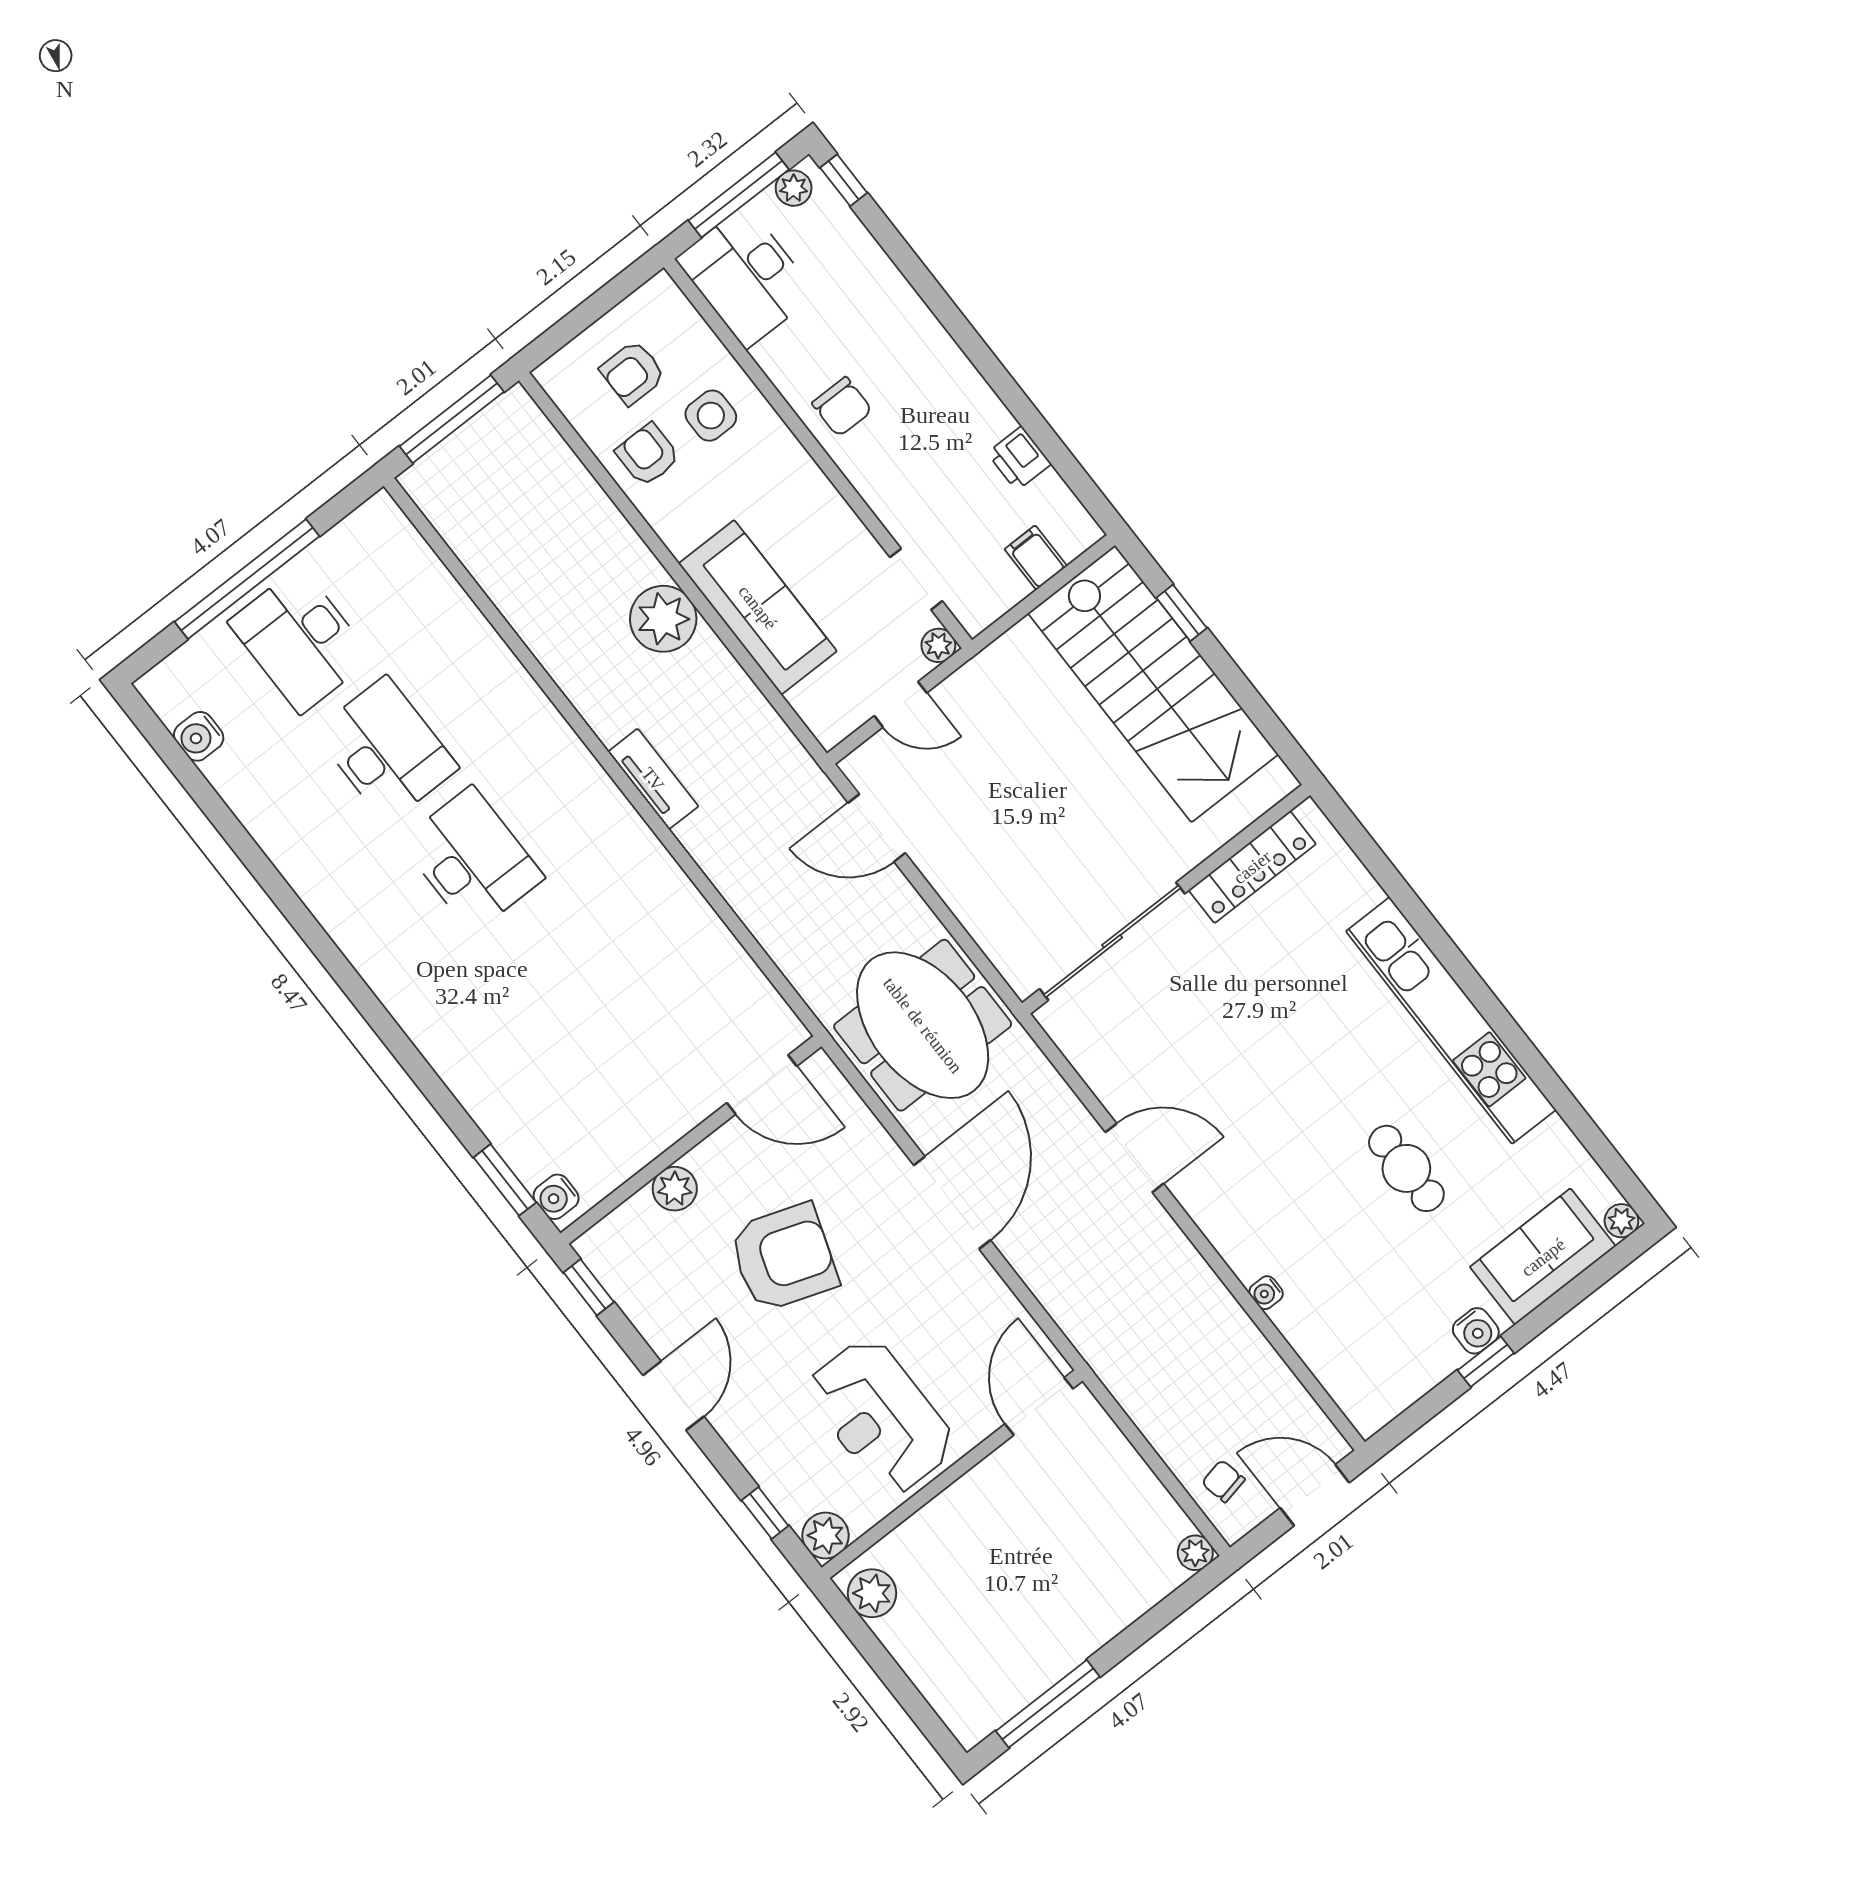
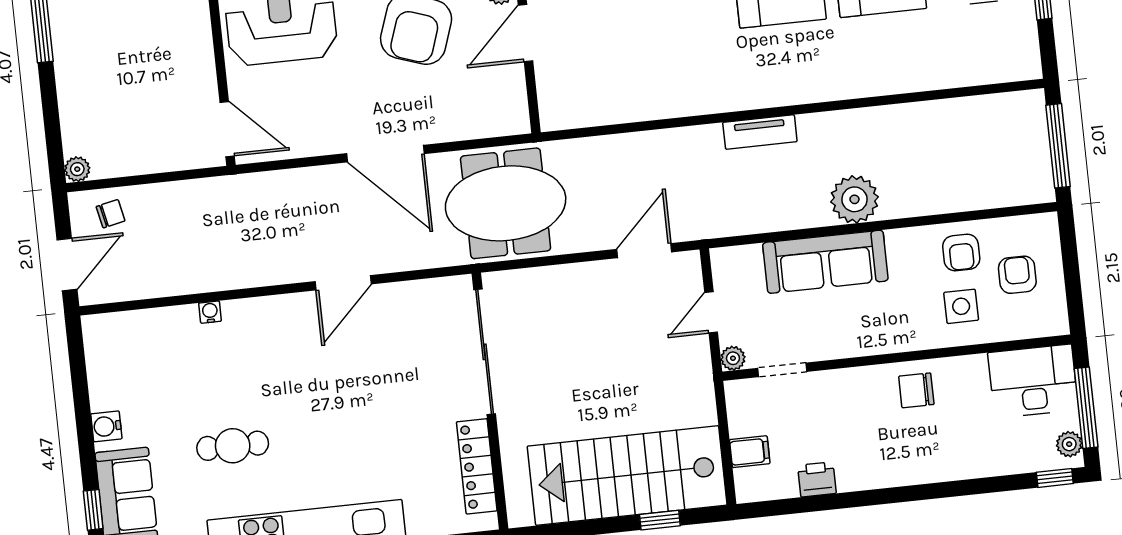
armchair: (648, 455) -> (961, 253), turned 90
door: (762, 1085) -> (525, 33), moved
window: (1486, 1362) -> (93, 510), moved

